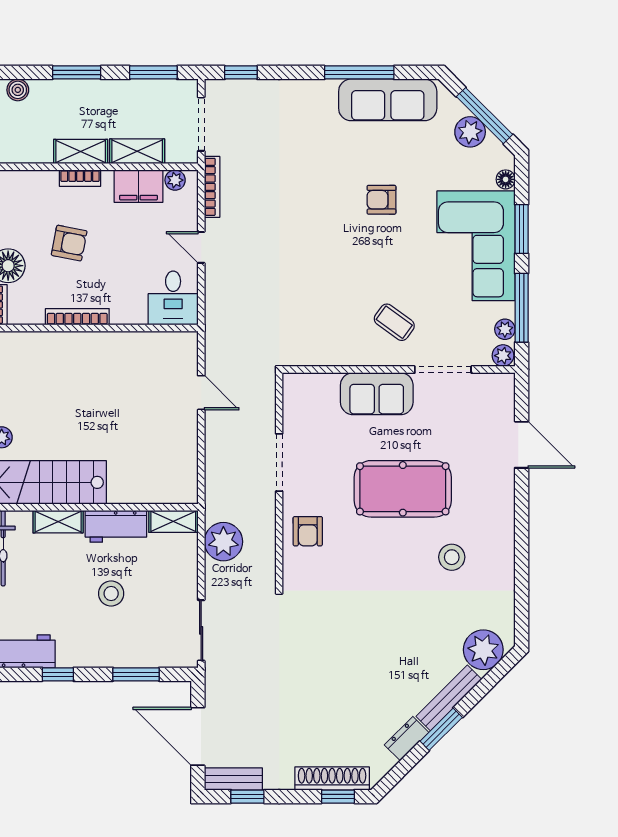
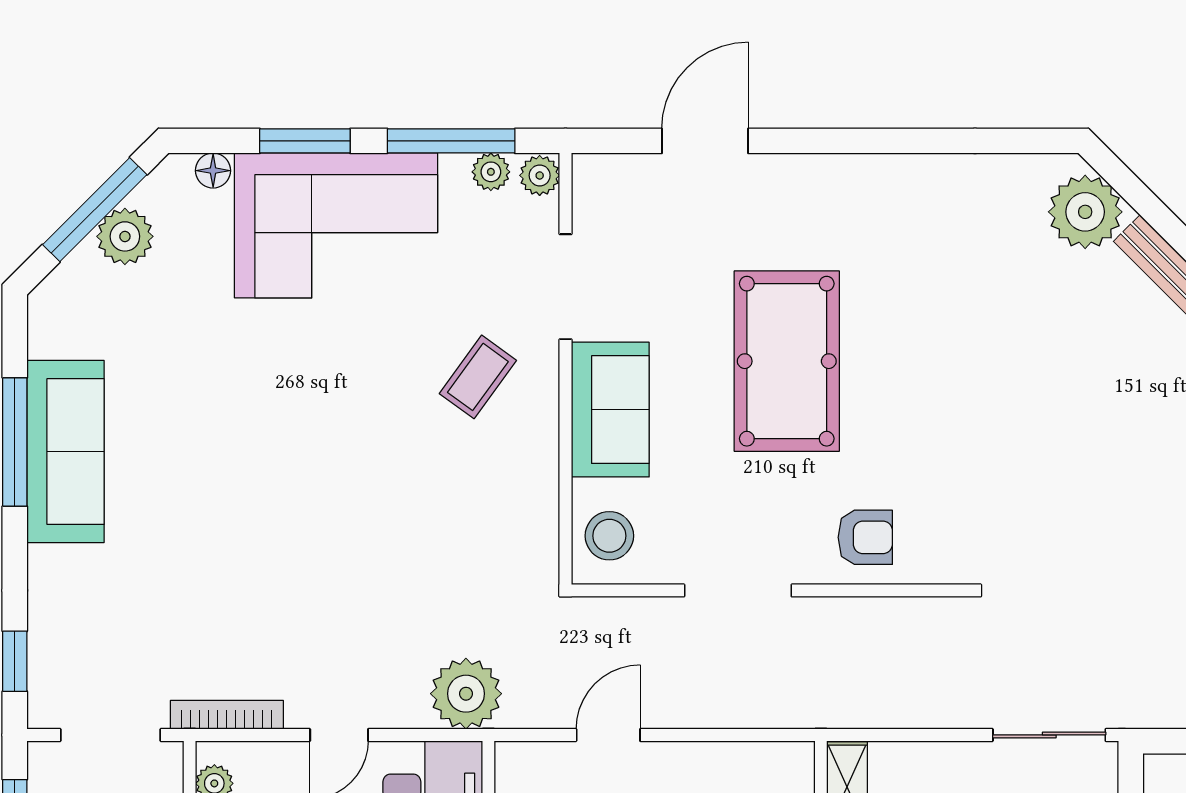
sofa: (388, 100) -> (66, 452), moved
armchair: (381, 200) -> (251, 401), removed
plant: (223, 542) -> (466, 694), moved
stool: (452, 557) -> (609, 536), moved

